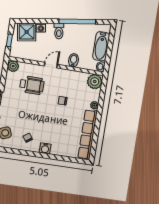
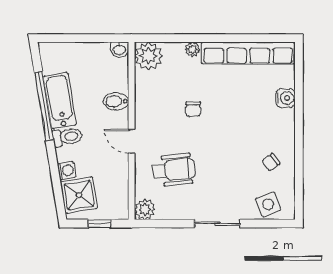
bathtub: (101, 46) -> (60, 101), moved, turned -99
wheelchair: (32, 85) -> (174, 170), turned 84
water cooler: (45, 148) -> (286, 98), moved

